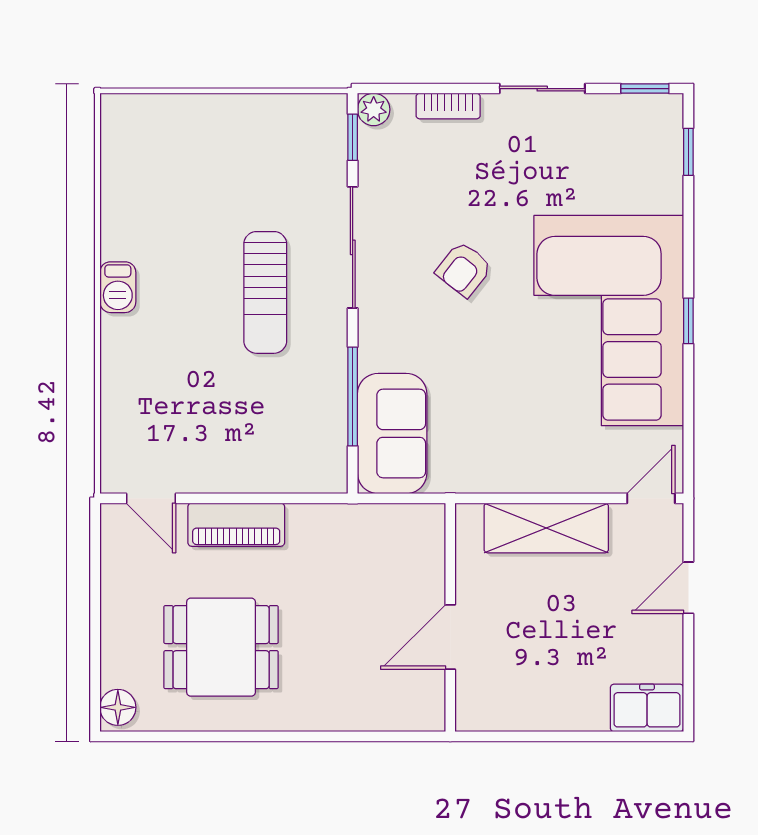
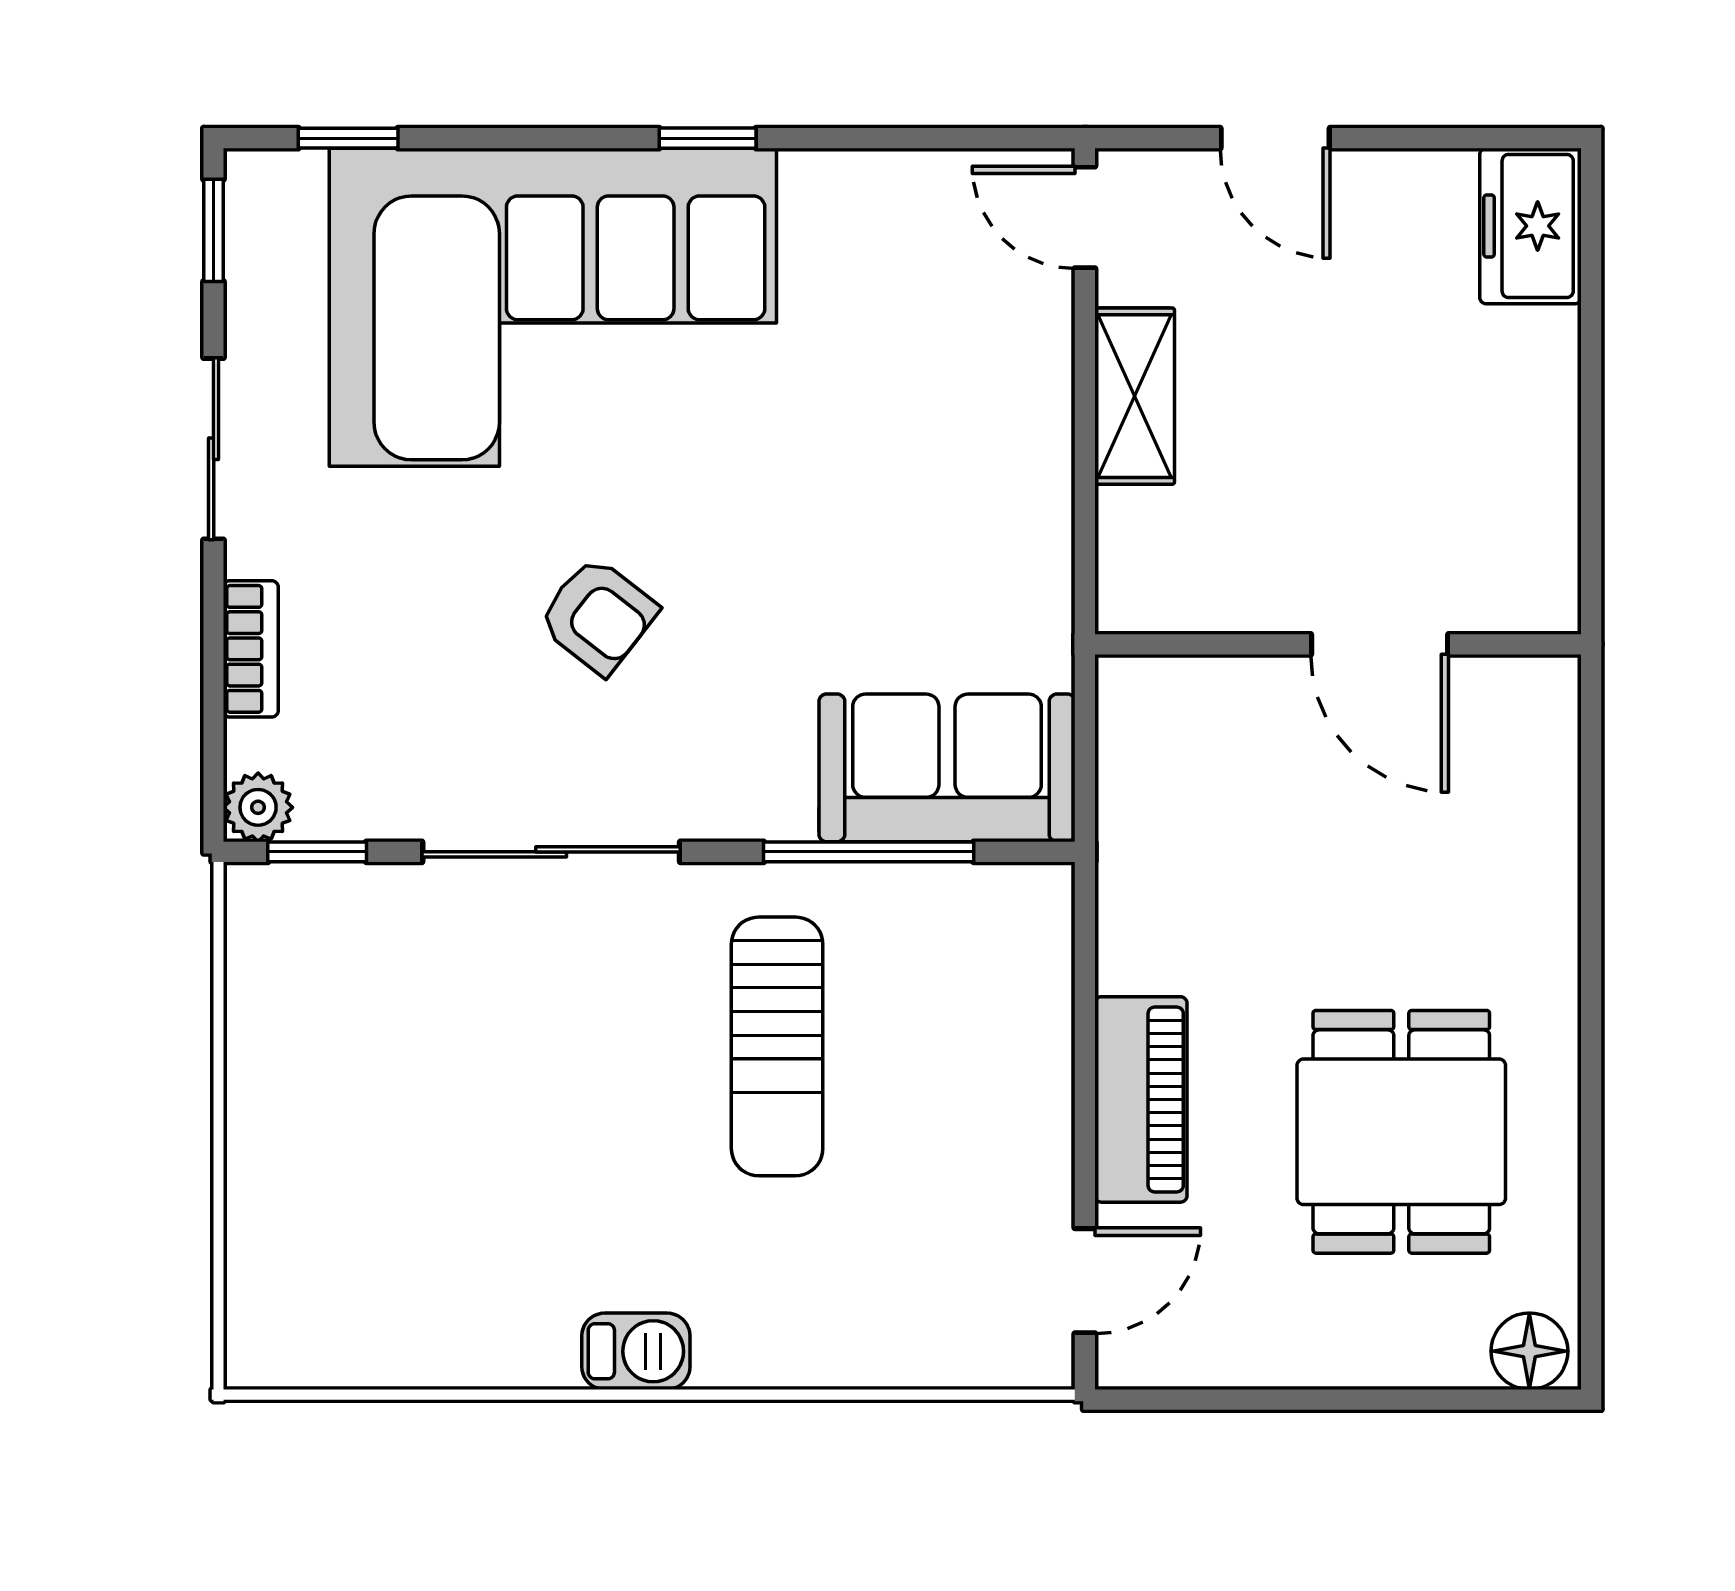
sun lounger: (265, 292) -> (777, 1046), moved, turned 90
corner sofa: (609, 321) -> (553, 307), moved
shelving: (546, 528) -> (1135, 396), width x0.67, depth x0.75

